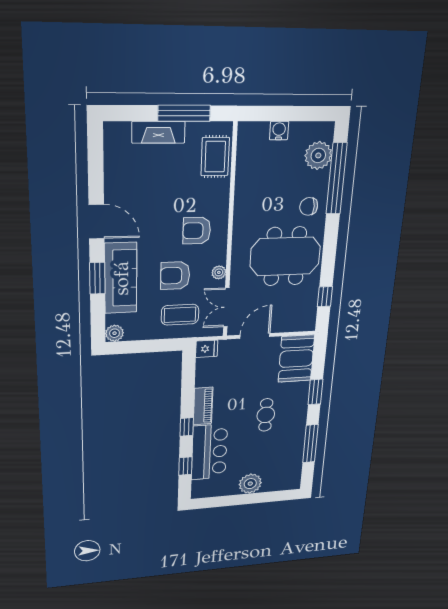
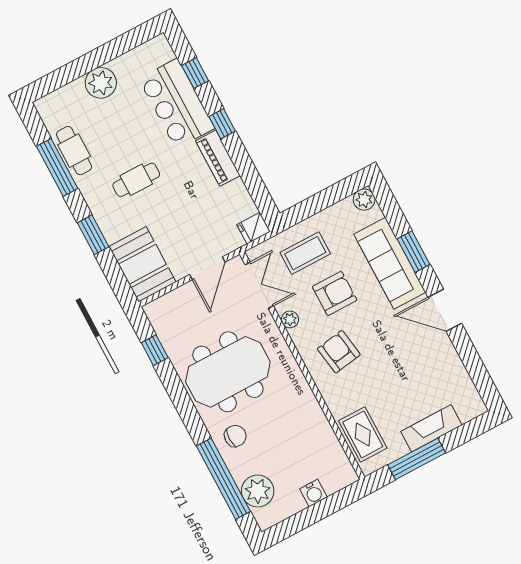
armchair: (197, 231) -> (339, 352), turned -99
cafe table: (266, 415) -> (136, 180), turned 90
cafe table: (293, 449) -> (74, 151), added

